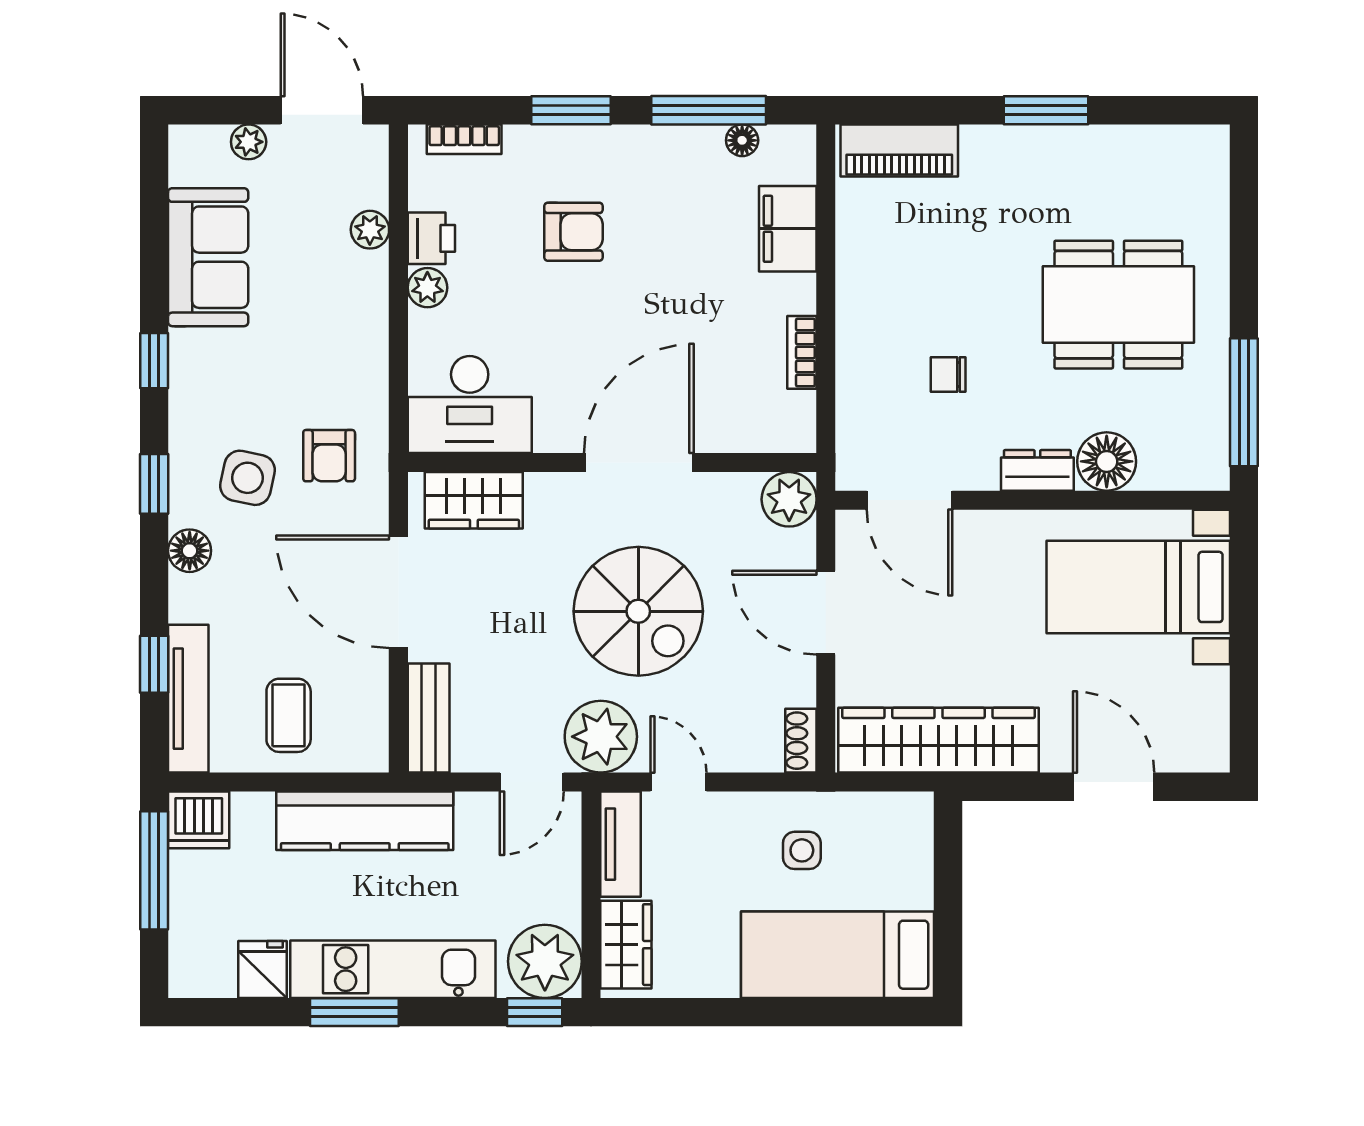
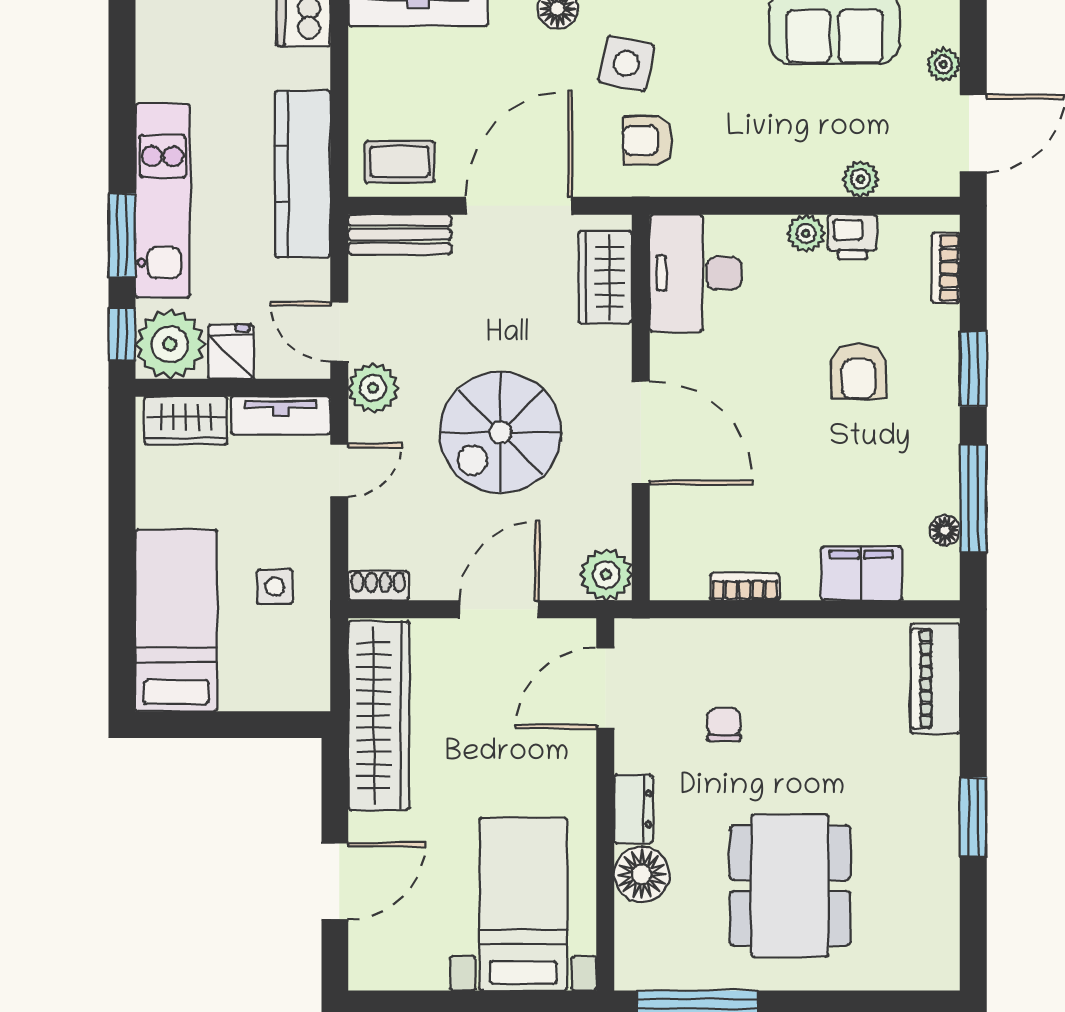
coffee table: (289, 715) -> (400, 162), moved
plant: (601, 737) -> (373, 388), width x0.73, depth x0.73
fridge: (262, 969) -> (231, 352), moved, turned -90
window: (354, 1012) -> (122, 235), moved

